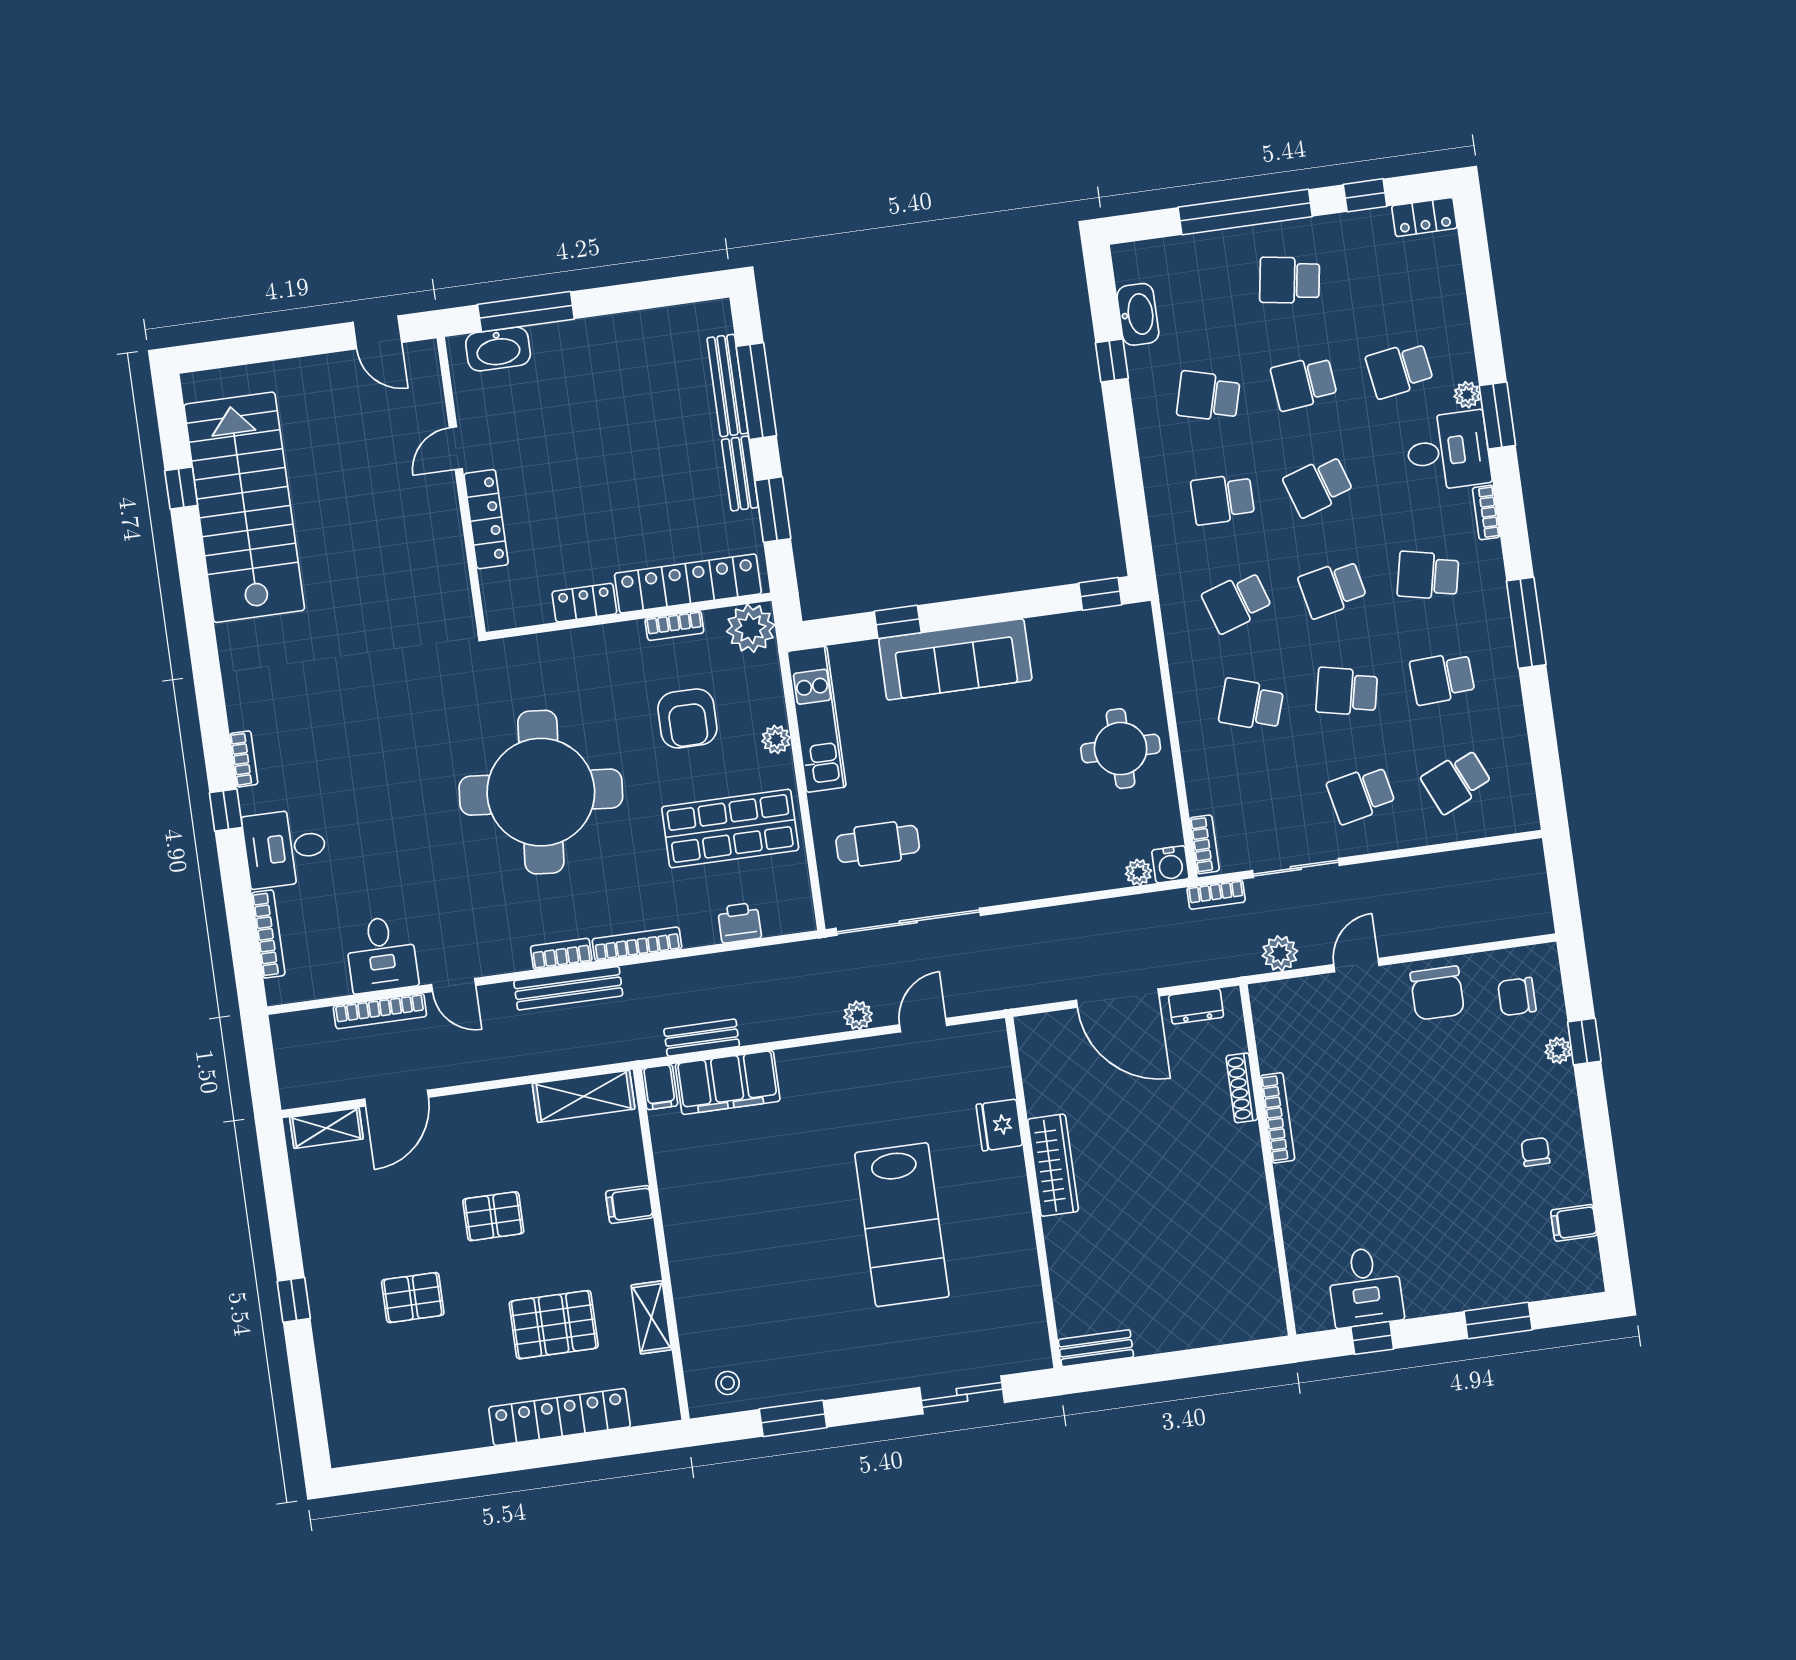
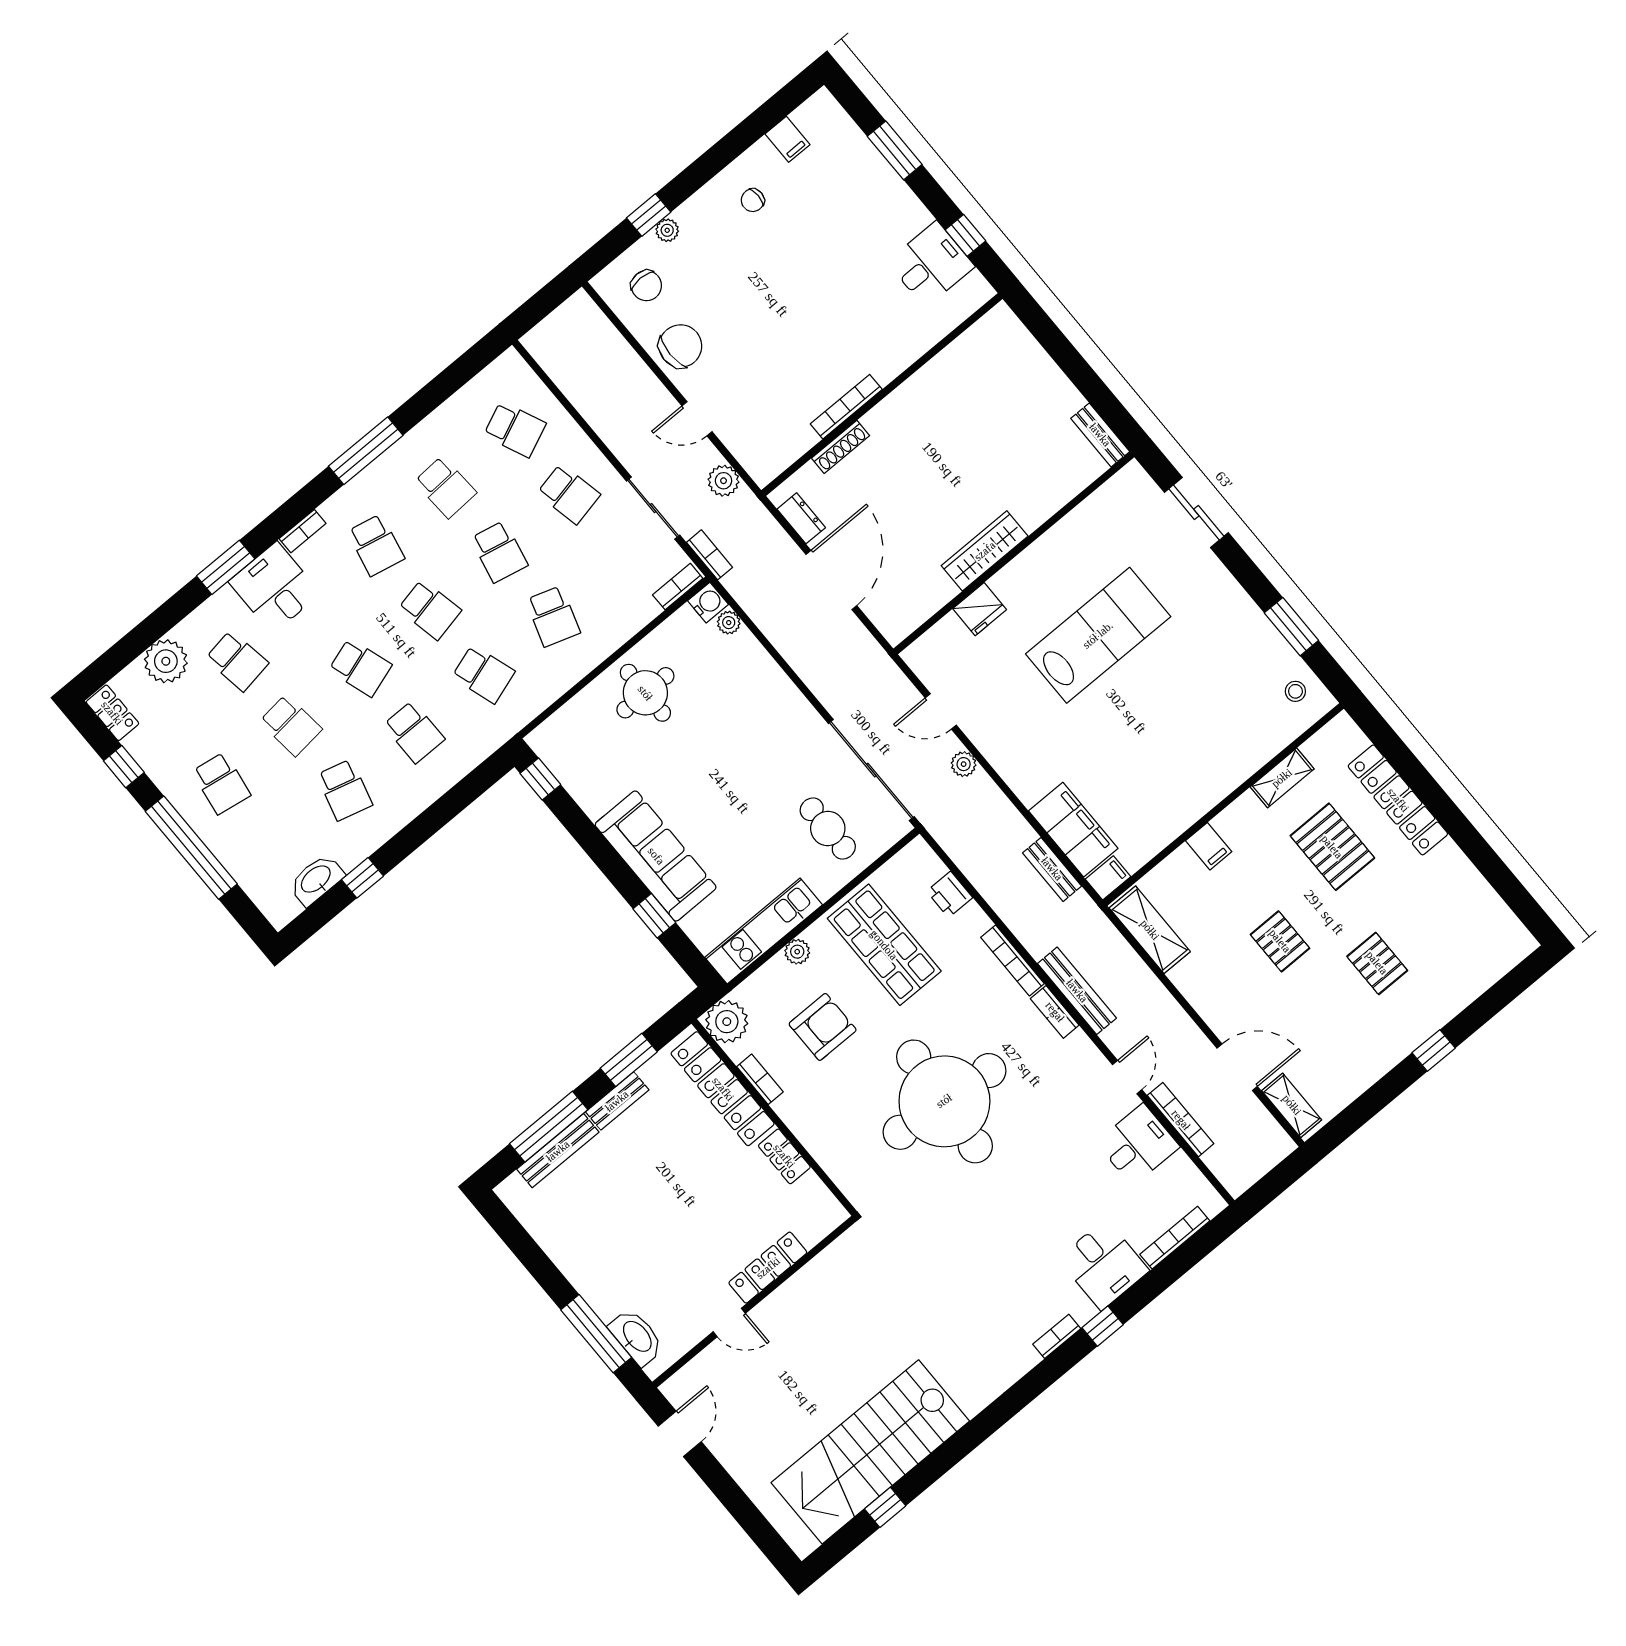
plant: (1467, 395) -> (166, 661), moved, width x1.87, depth x1.87

